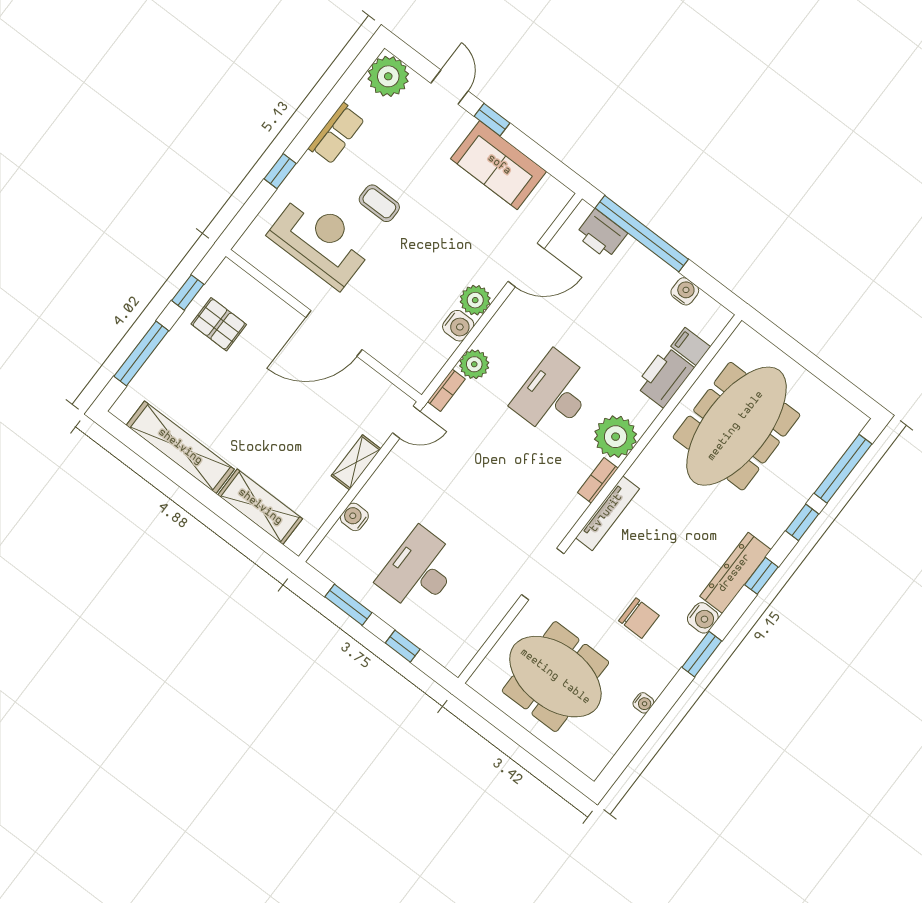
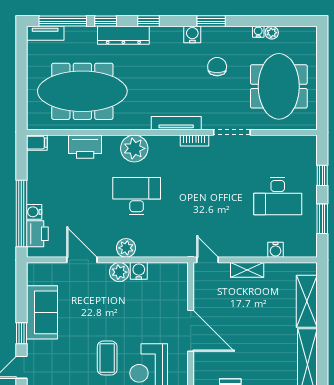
coffee table: (379, 203) -> (107, 358), width x1.36, depth x1.30
water cooler: (685, 291) -> (34, 212), moved
filing cabinet: (691, 346) -> (37, 143), moved, turned -90
plant: (474, 364) -> (126, 248), moved
bookcase: (446, 390) -> (176, 252), removed
desk: (554, 394) -> (137, 196), turned 180
tv unit: (844, 435) -> (45, 33), added
bookcase: (598, 480) -> (194, 141), moved
dresser: (735, 573) -> (123, 35), moved
plant: (629, 719) -> (272, 33), added

